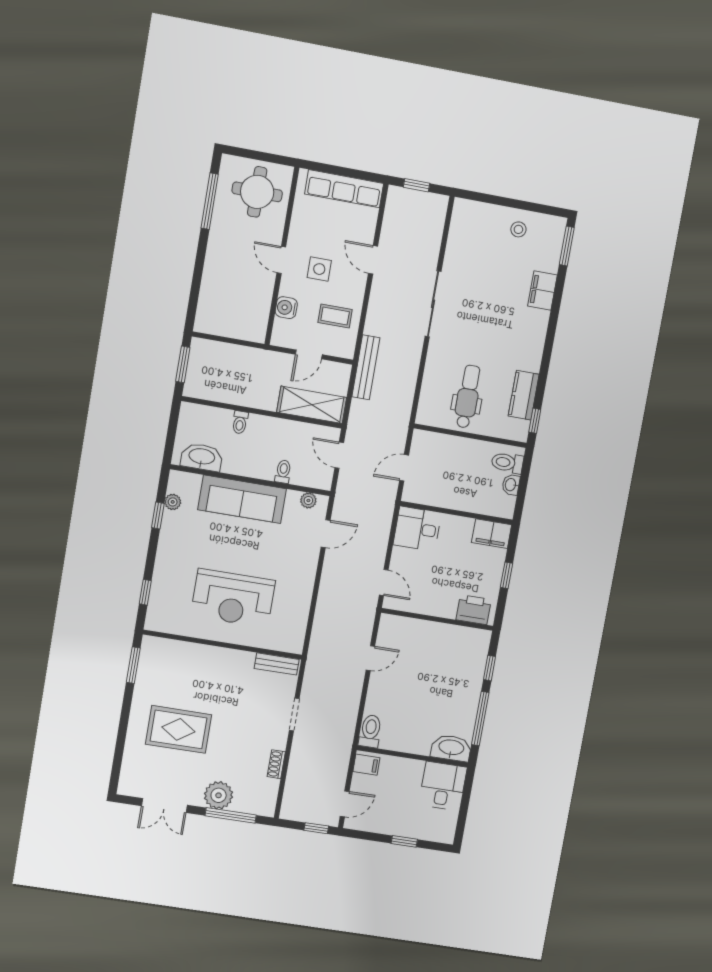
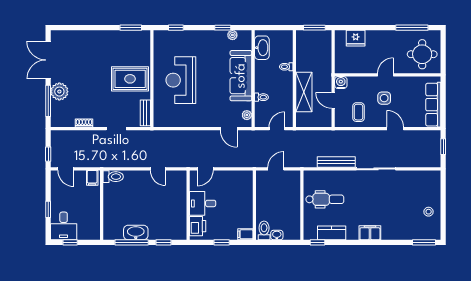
door: (373, 260) -> (395, 129), hinge flipped
filing cabinet: (542, 291) -> (370, 233), moved
fridge: (212, 299) -> (356, 38), added
water cooler: (286, 308) -> (341, 83), moved
bench: (366, 367) -> (336, 162), moved
shelving: (312, 405) -> (304, 92), moved
toilet: (507, 463) -> (264, 230), moved
door: (404, 468) -> (276, 169), hinge flipped
desk: (417, 529) -> (203, 203), moved, turned -90
filing cabinet: (492, 534) -> (245, 234), width x0.50
rug: (178, 729) -> (130, 79), moved, turned 90
washbasin: (451, 748) -> (136, 233), moved, turned -90
desk: (443, 786) -> (64, 226), moved, turned 90
double door: (164, 805) -> (48, 60), width x1.37
window: (463, 815) -> (70, 242), added

